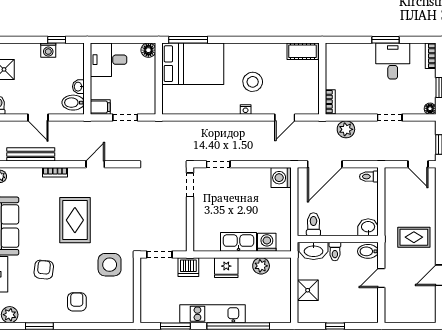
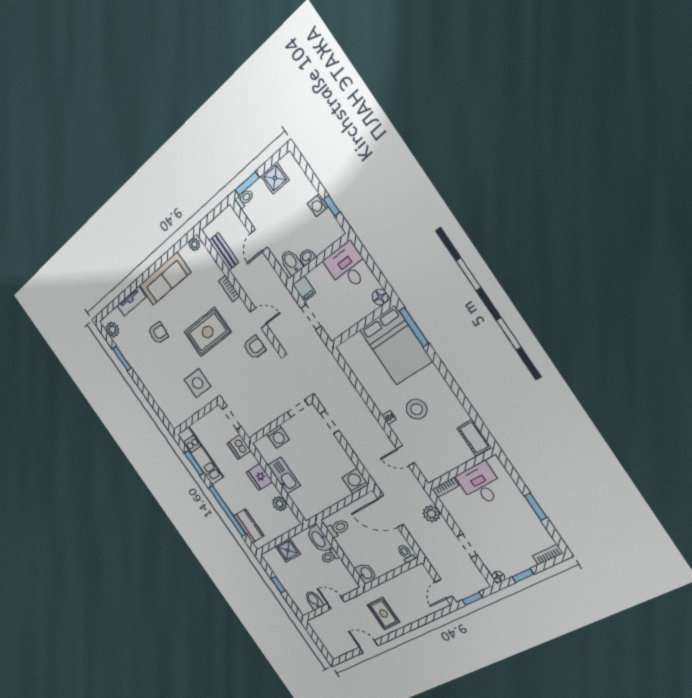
desk: (393, 61) -> (480, 484), moved, turned -90
bench: (31, 154) -> (224, 252), width x0.73
washing machine: (267, 242) -> (278, 437), moved, turned 90
bidet: (368, 251) -> (314, 600), moved
armchair: (77, 302) -> (254, 347), moved
kitchen unit: (212, 314) -> (200, 456), moved
kitchen counter: (264, 314) -> (249, 526), added

